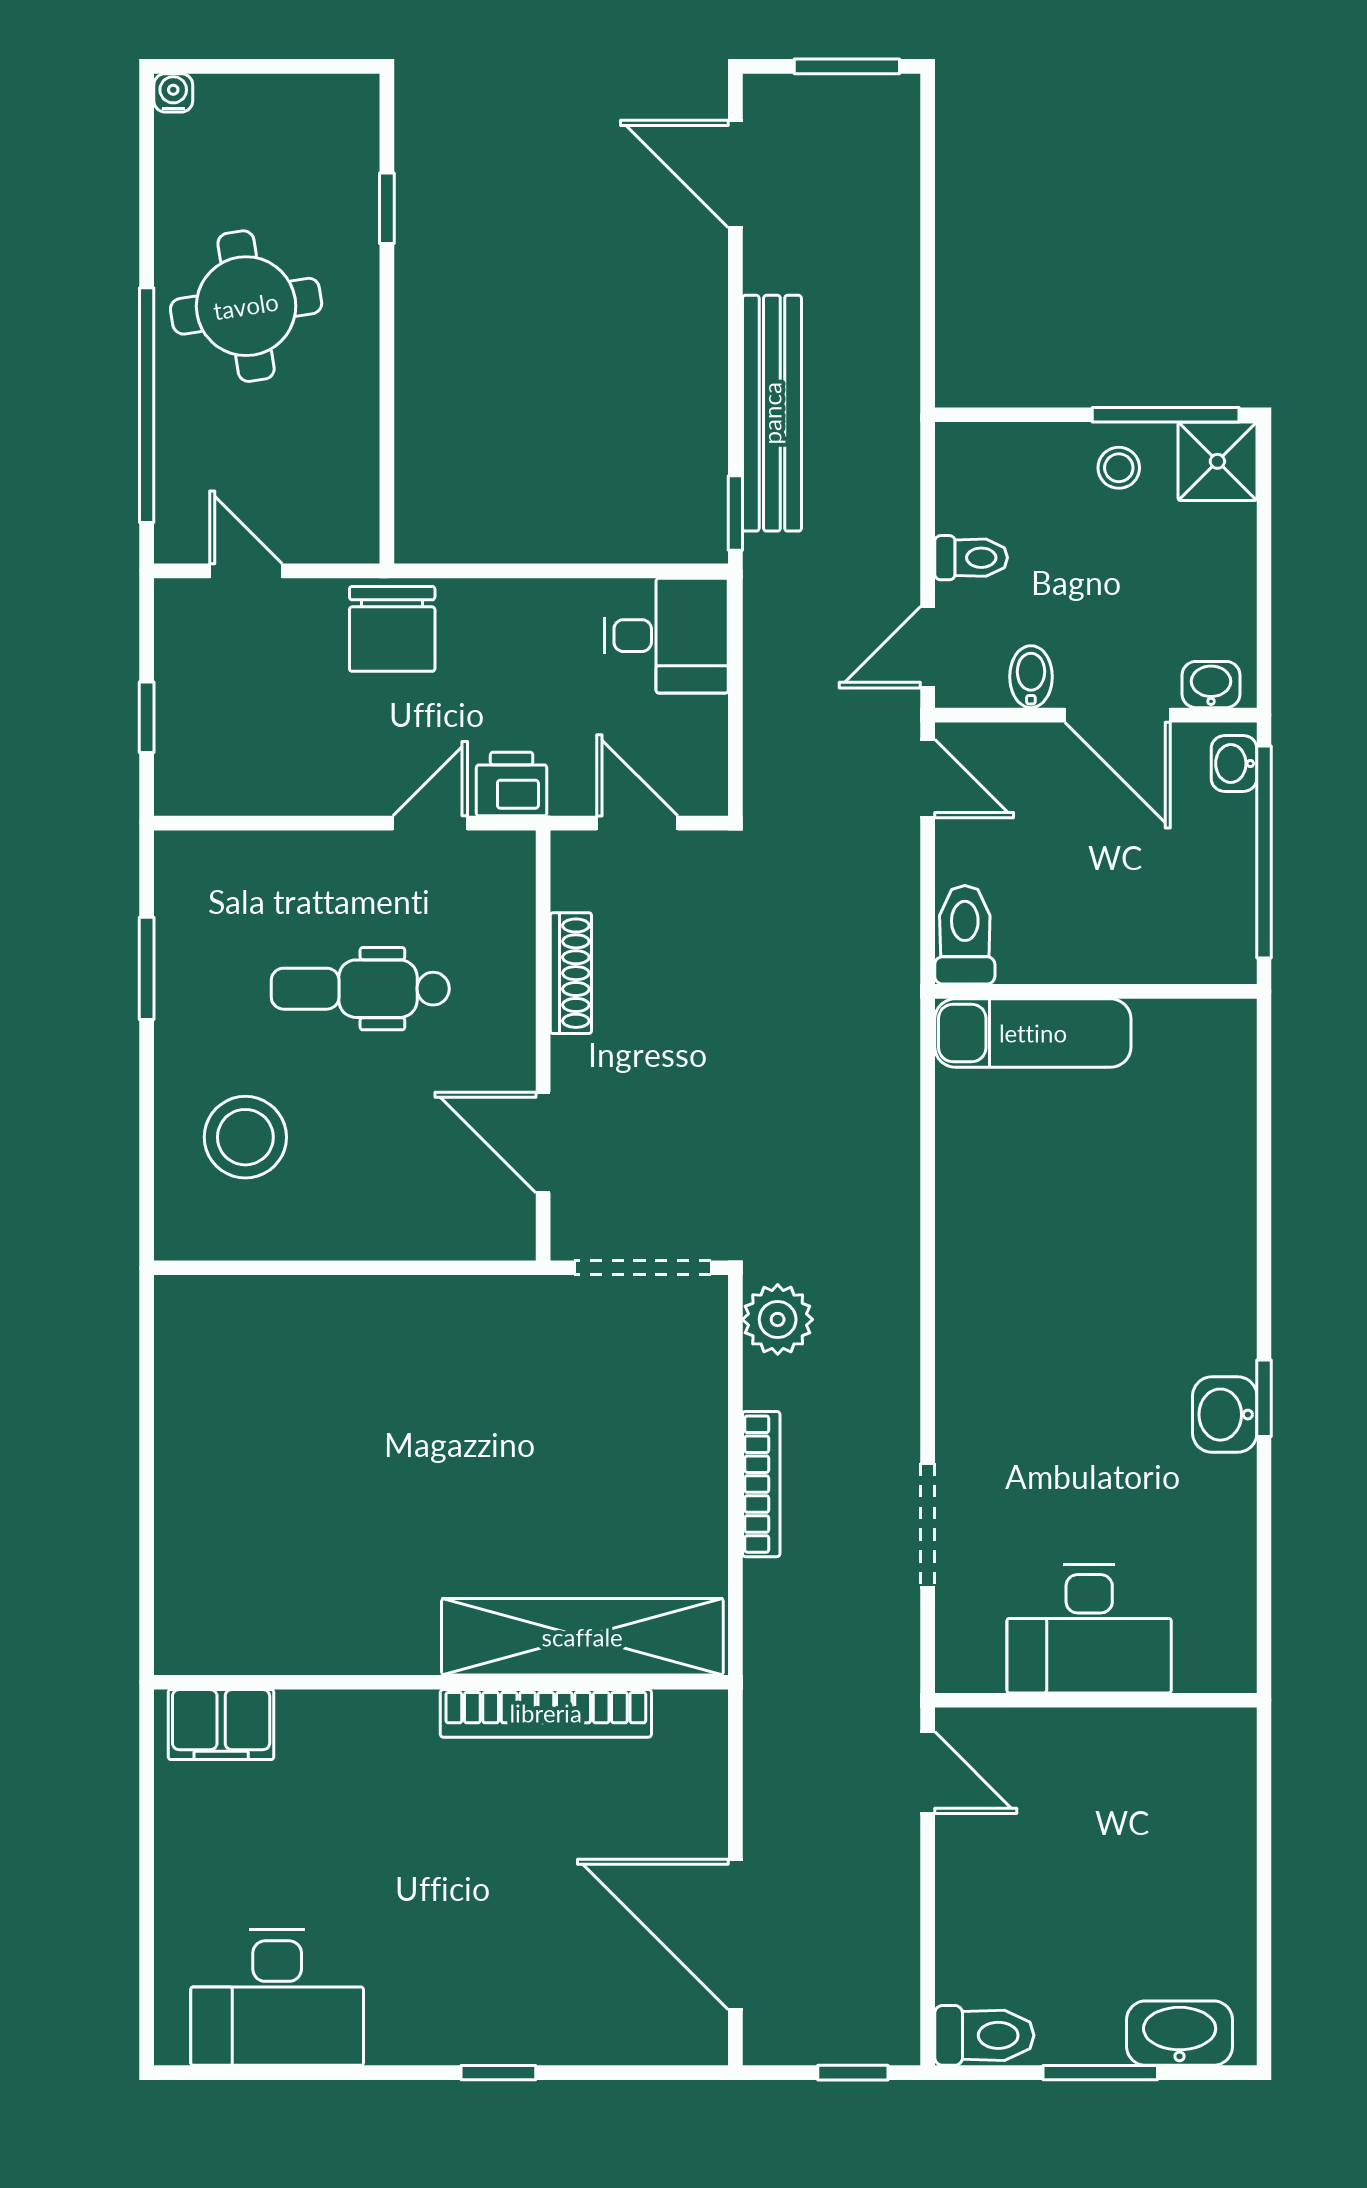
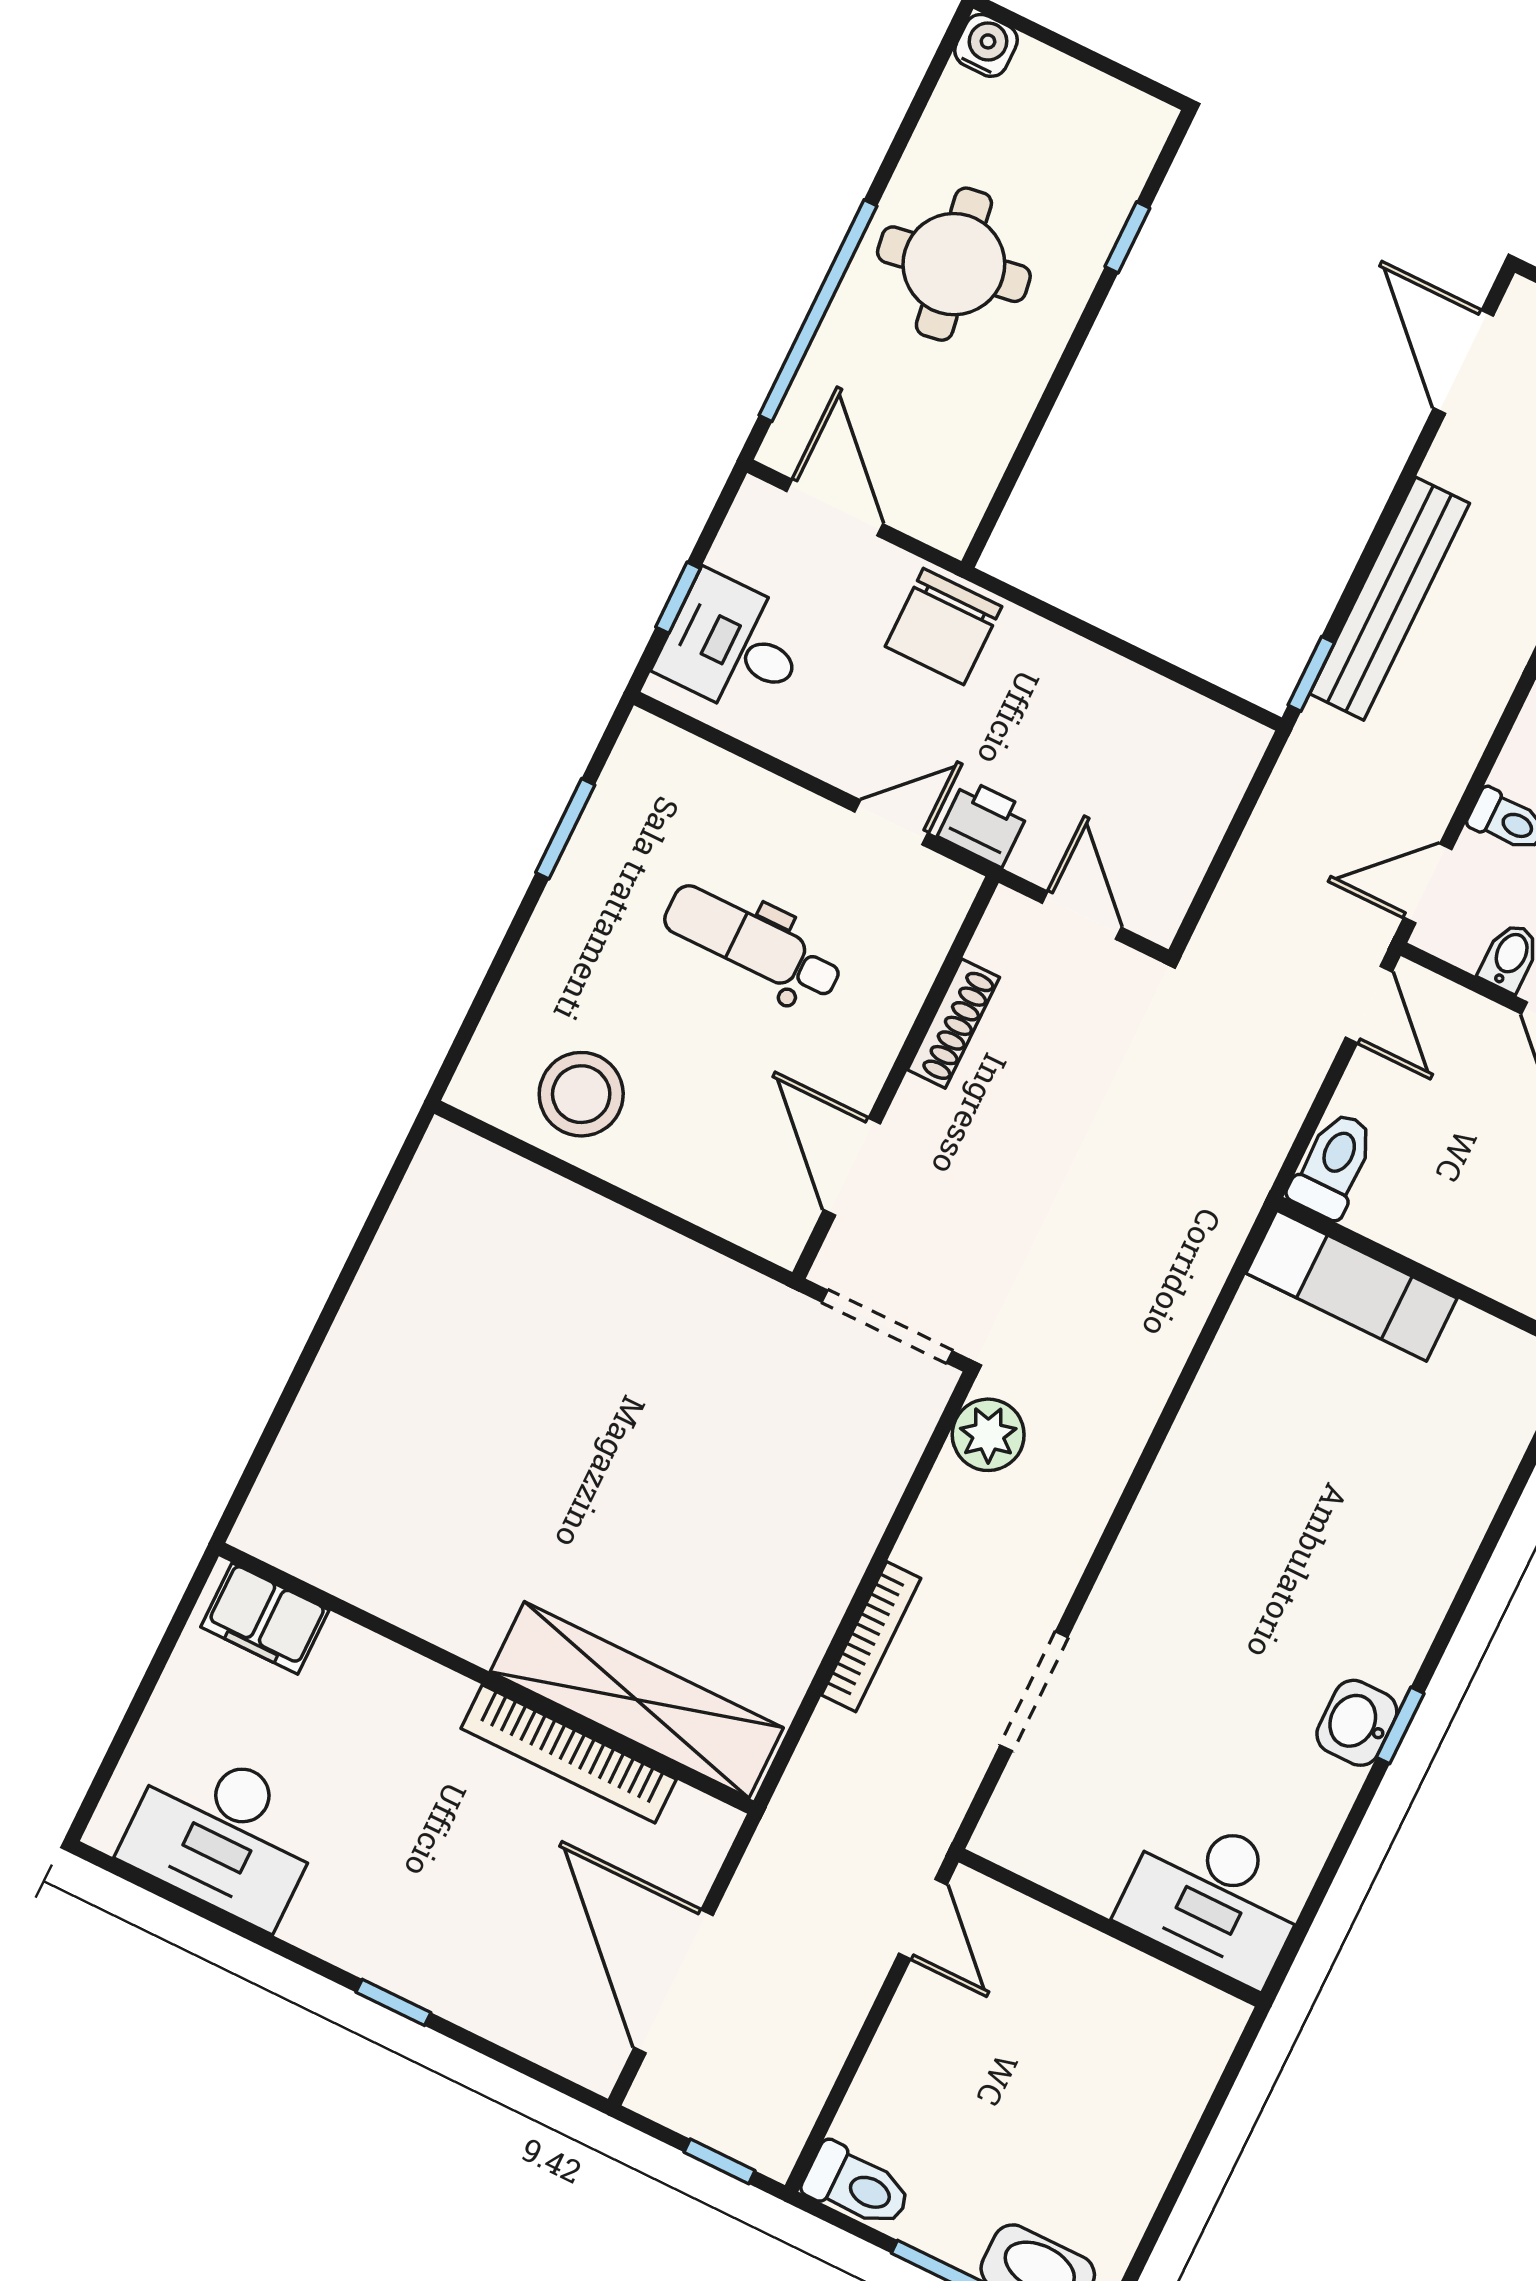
water cooler: (173, 93) -> (986, 45), width x1.38, depth x1.38
door: (246, 571) -> (835, 508), width x1.38
desk: (666, 636) -> (733, 646), moved, turned 180
stool: (245, 1137) -> (581, 1094), moved
bookcase: (761, 1484) -> (871, 1637), moved
desk: (1089, 1629) -> (1215, 1897), moved
shelving: (582, 1637) -> (637, 1700), moved
wall: (441, 1682) -> (486, 1678), moved
bookcase: (546, 1713) -> (569, 1754), moved
filing cabinet: (221, 1725) -> (265, 1618), moved

